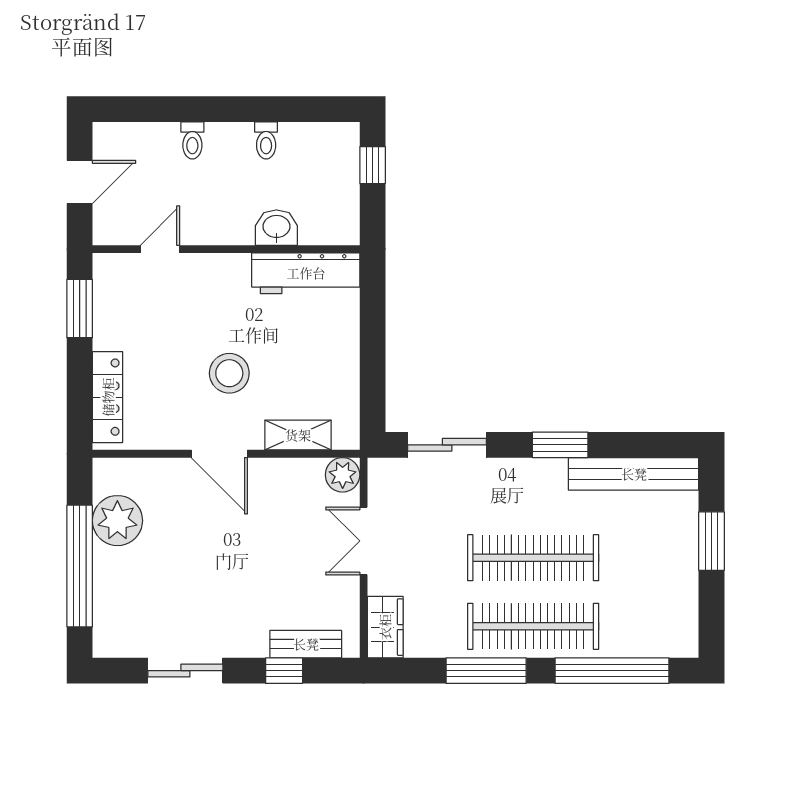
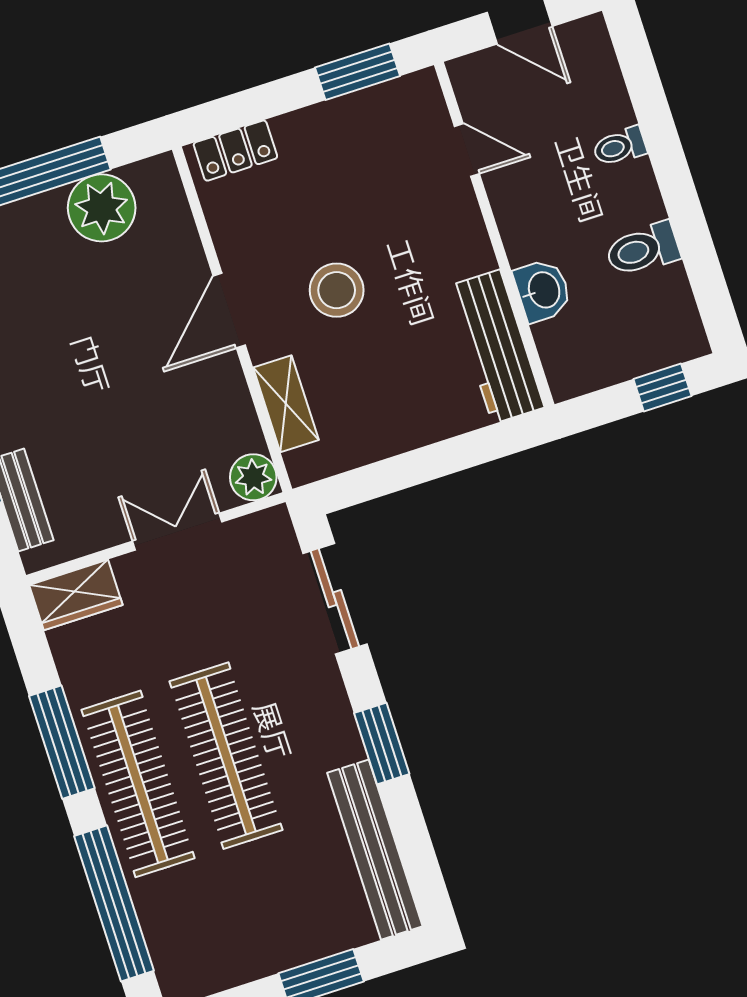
toilet: (266, 140) -> (643, 249), width x1.37, depth x1.39
locker: (108, 397) -> (235, 151), width x0.66

